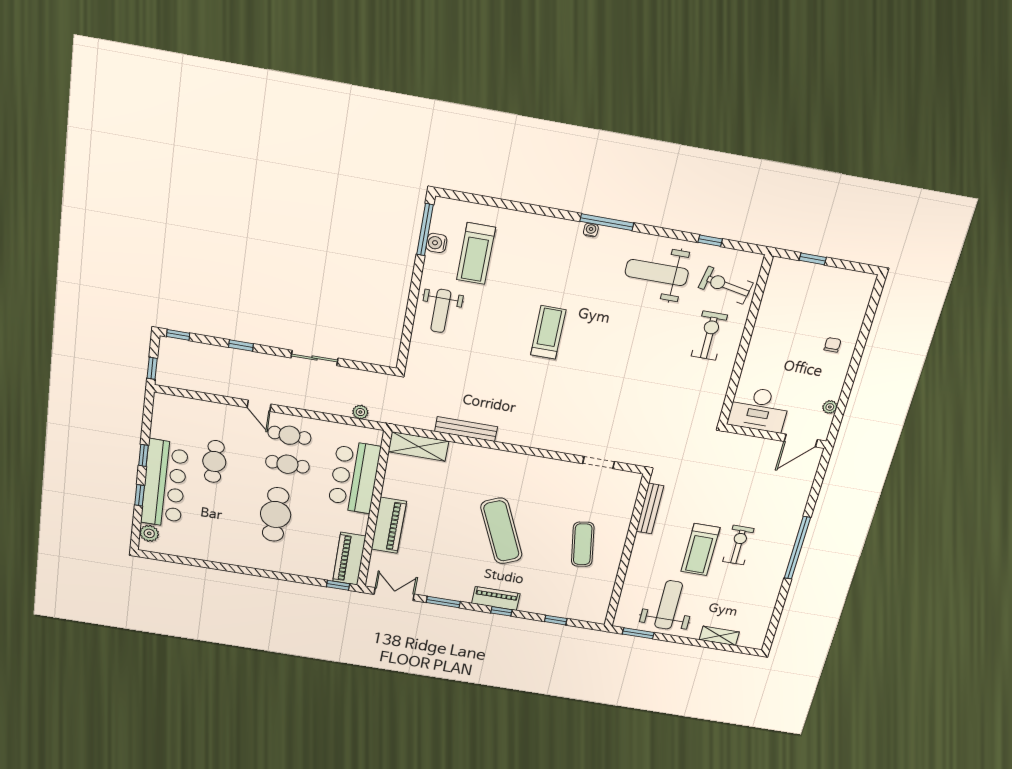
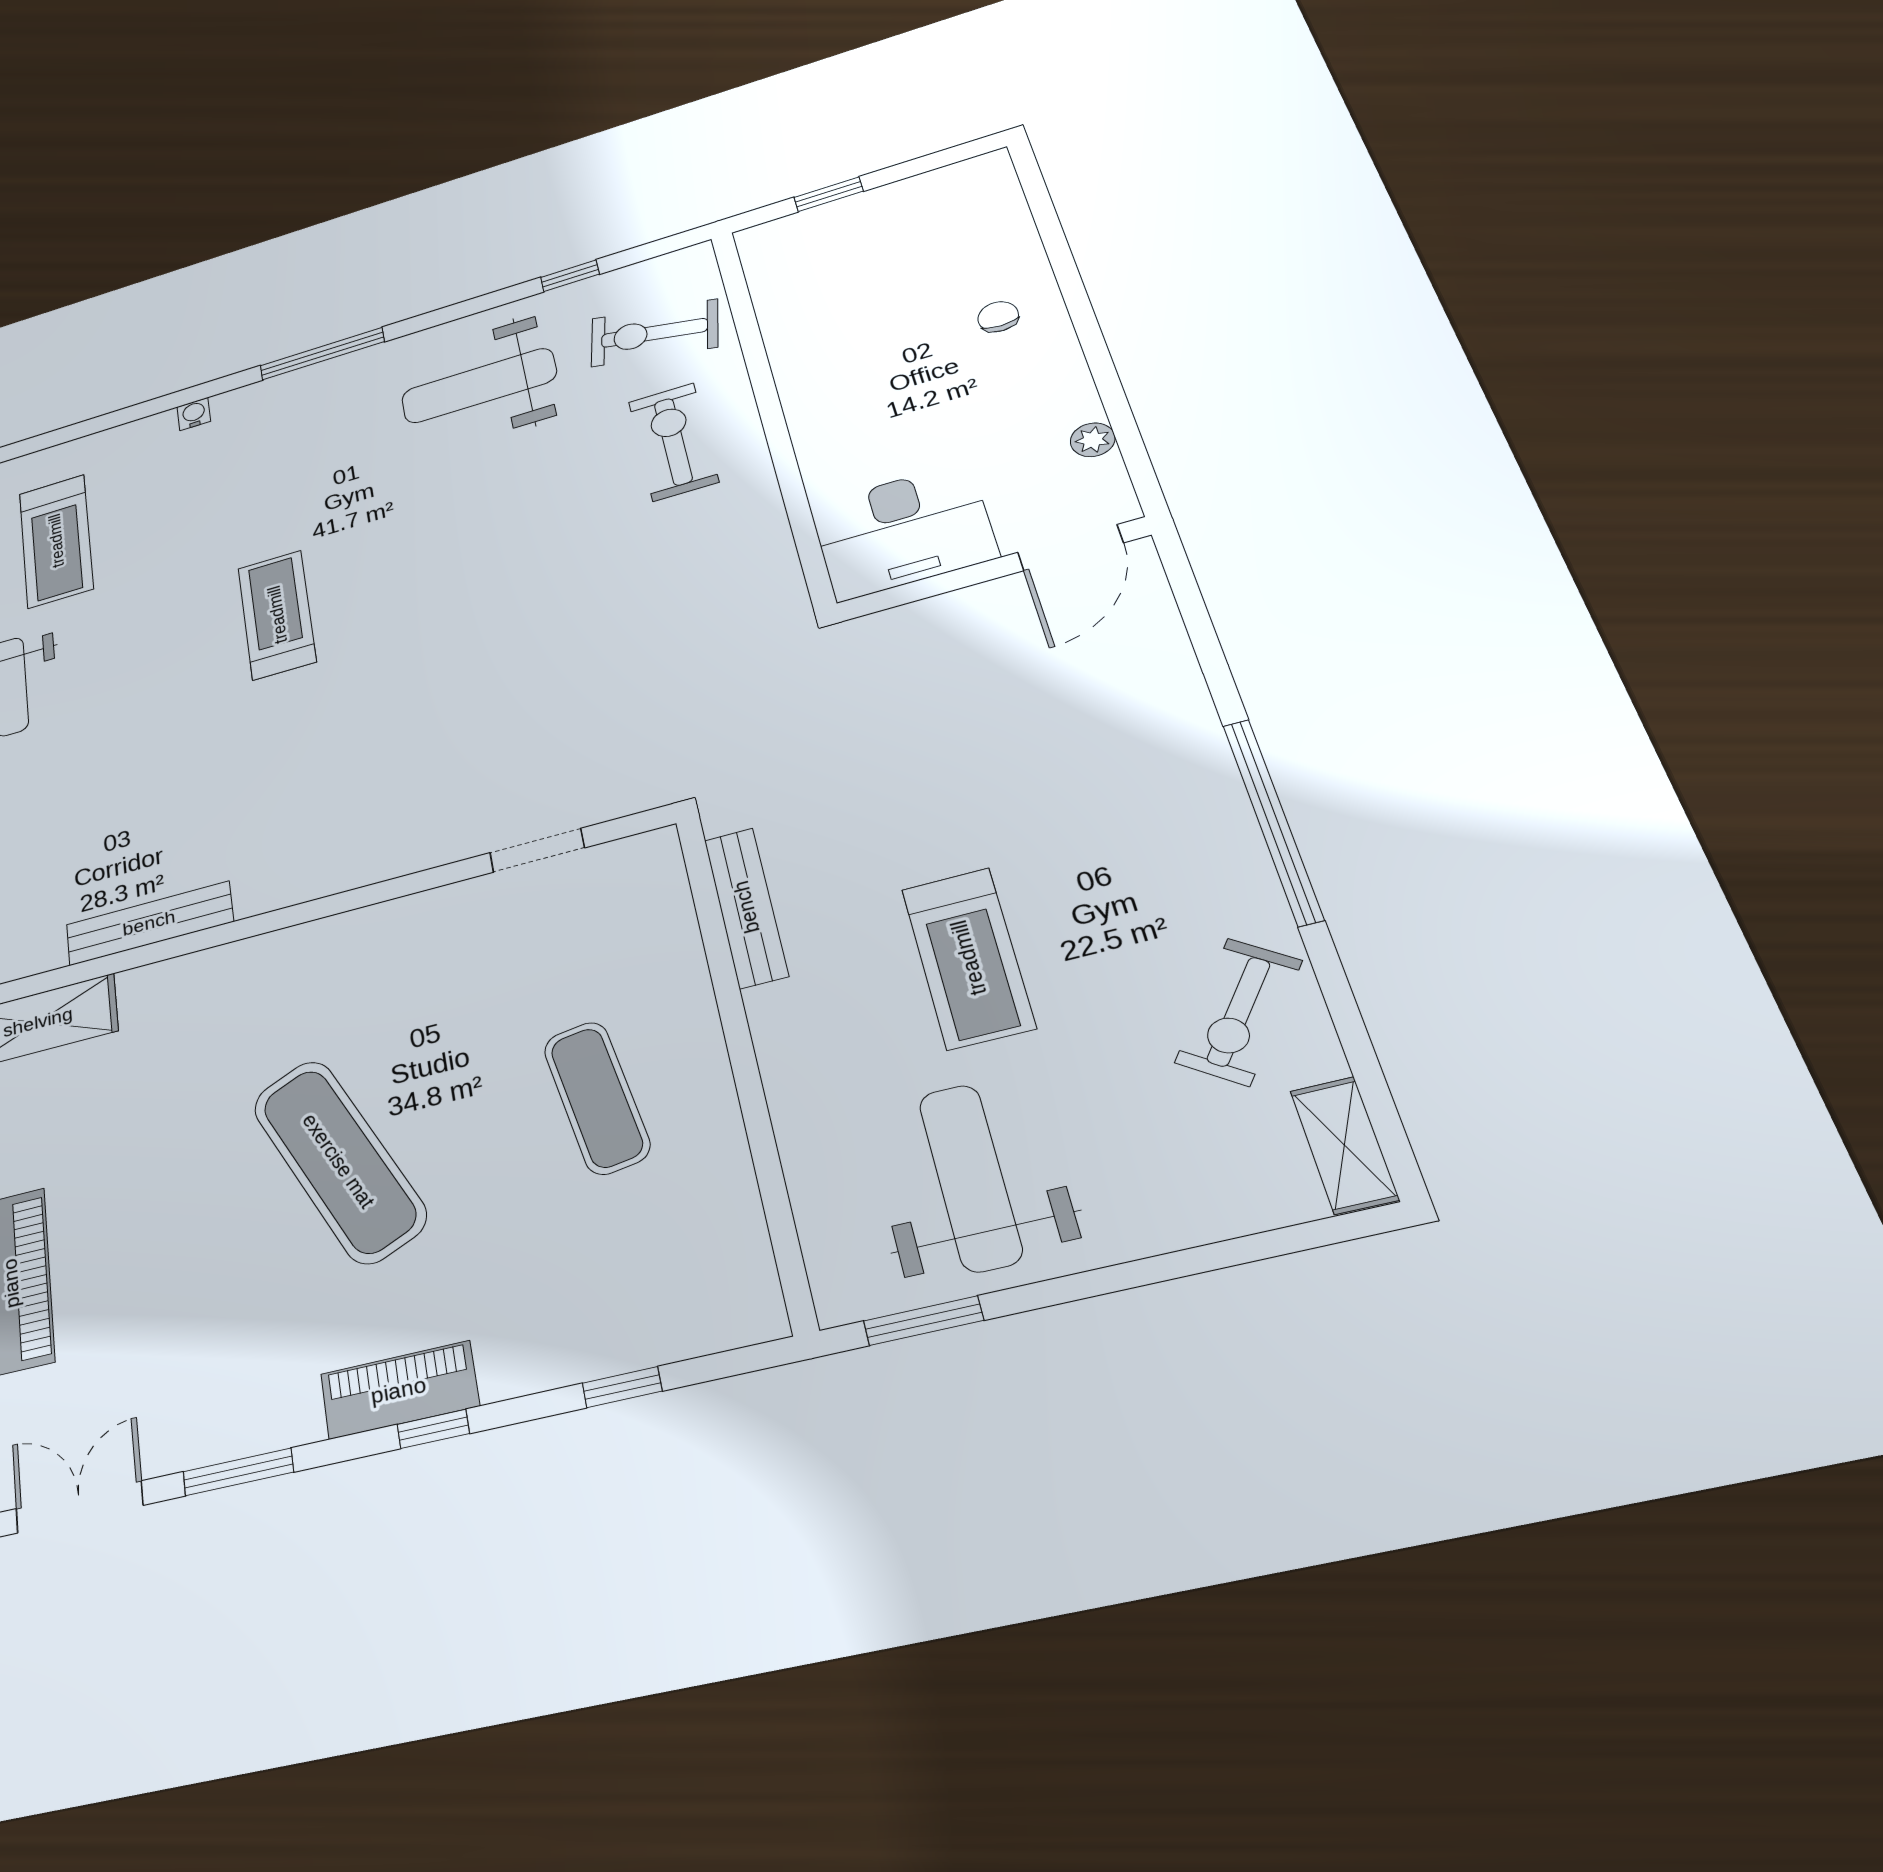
water cooler: (591, 230) -> (194, 414), moved
exercise bike: (738, 545) -> (1239, 1012), moved, turned -144
shelving: (719, 636) -> (1344, 1145), moved, turned 90

